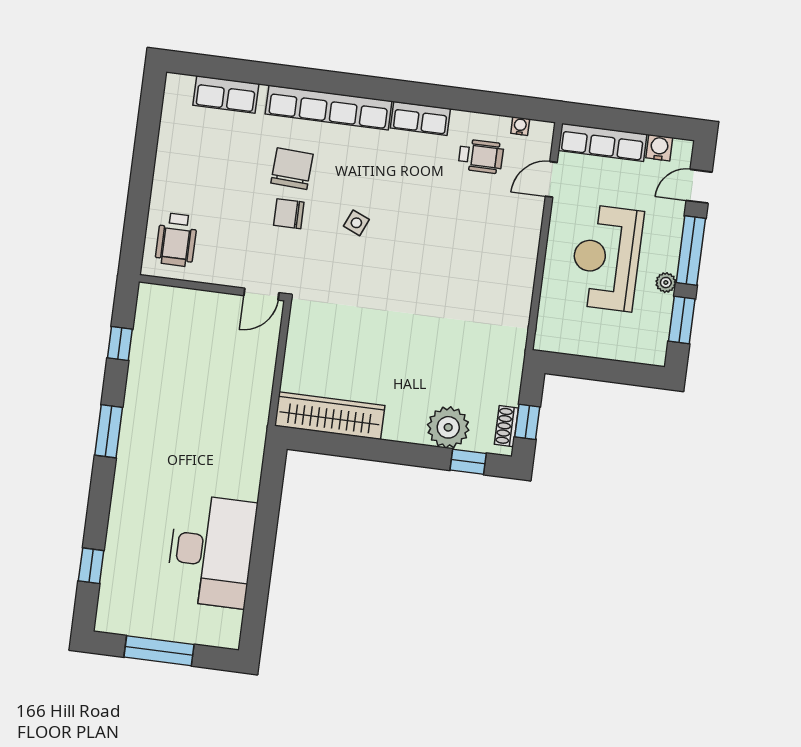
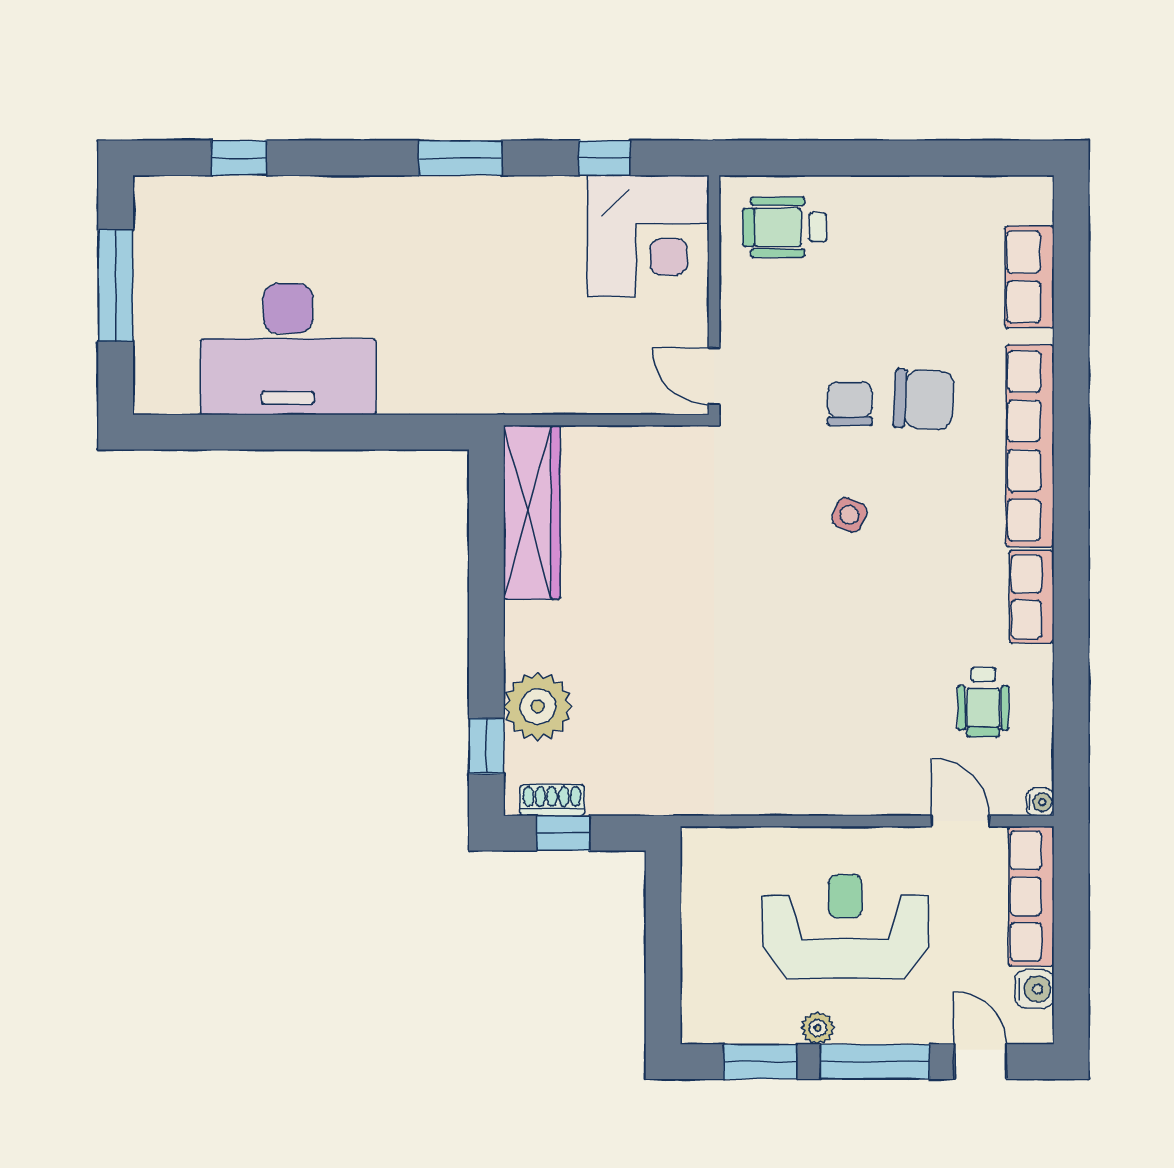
water cooler: (520, 126) -> (1040, 802), moved
corner desk: (171, 323) -> (648, 236), added

